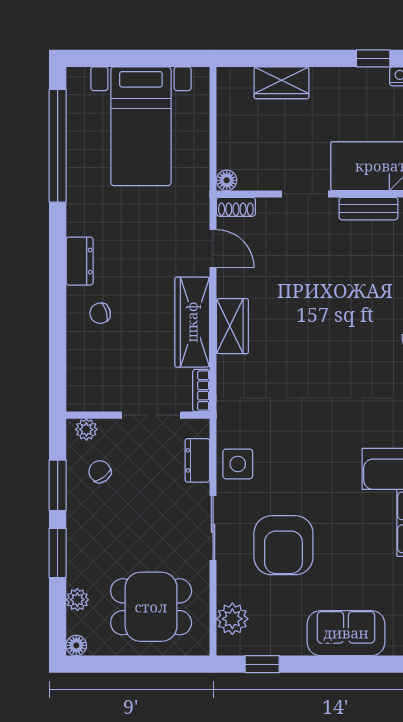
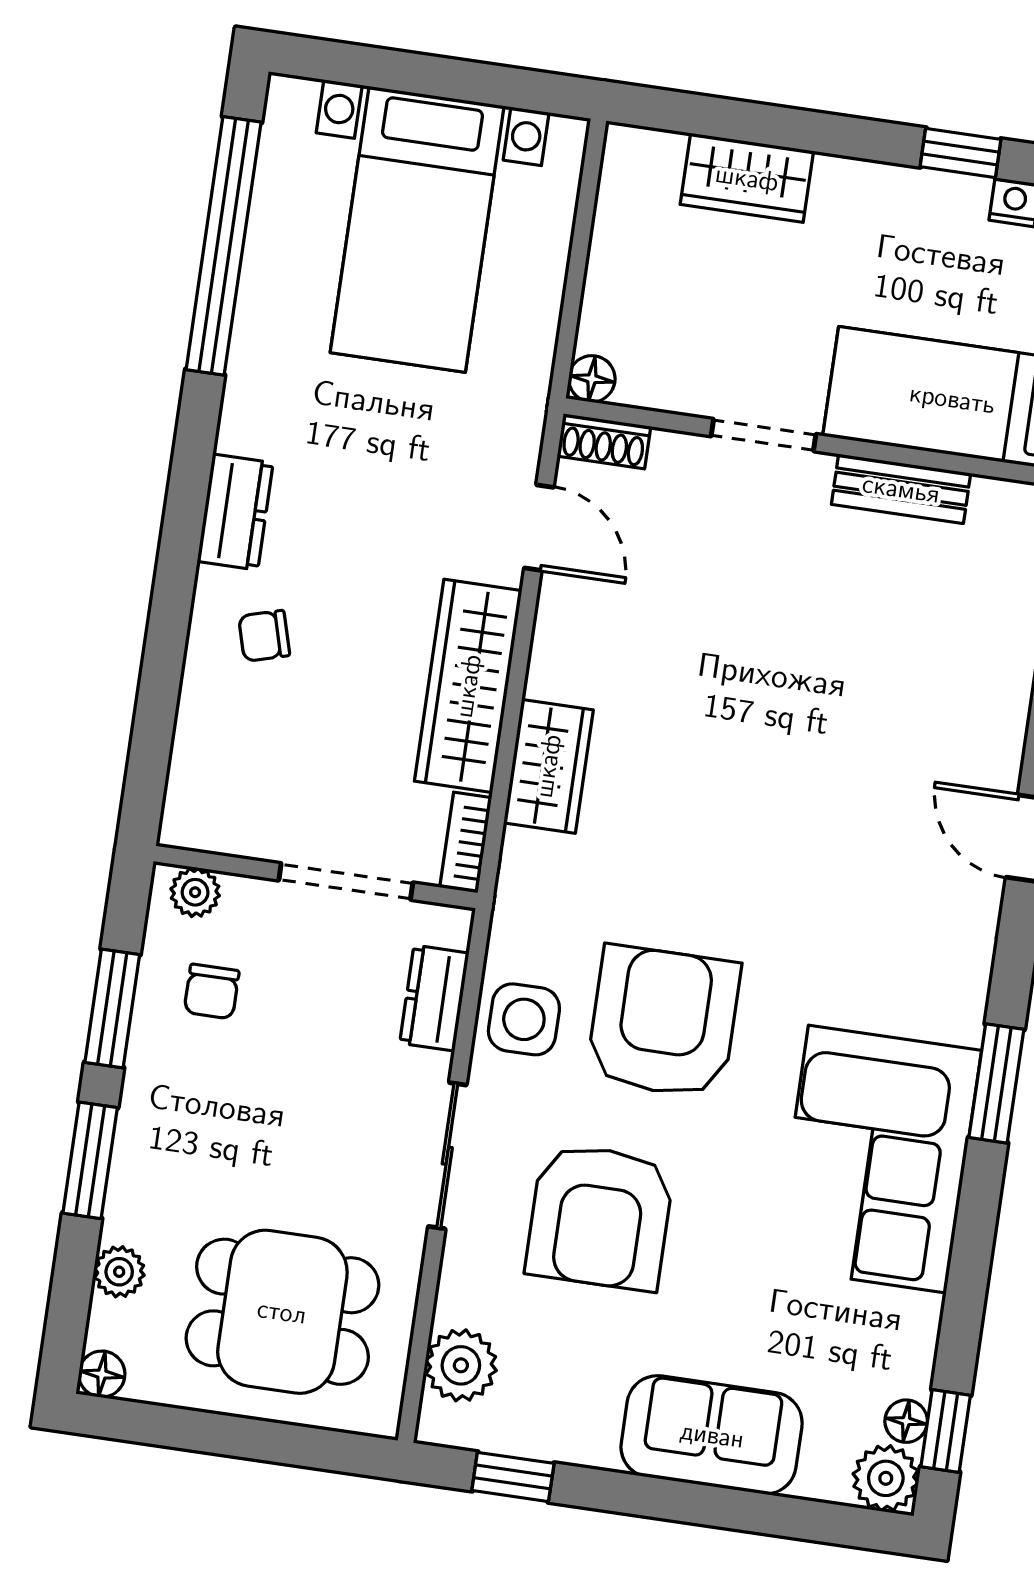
wardrobe: (232, 326) -> (548, 766), moved
armchair: (299, 456) -> (663, 1022), added
chair: (100, 472) -> (212, 991), turned -143

